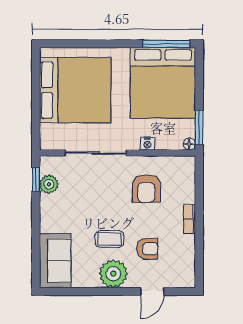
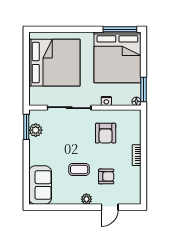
window: (36, 180) -> (26, 127), width x1.50
plant: (113, 274) -> (86, 199), width x0.53, depth x0.53

